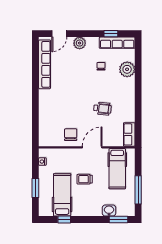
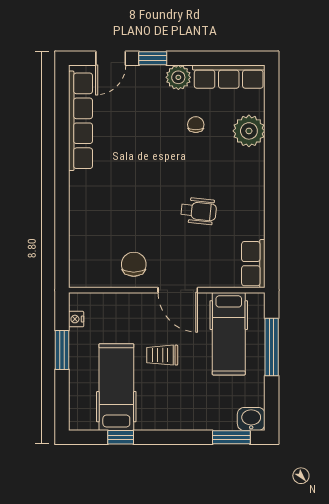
window: (111, 34) -> (153, 58), moved
plant: (80, 43) -> (178, 77), moved
door: (92, 147) -> (178, 290), swing flipped
window: (35, 188) -> (62, 350), moved
window: (138, 190) -> (272, 347), moved
washbasin: (109, 211) -> (251, 419), moved

